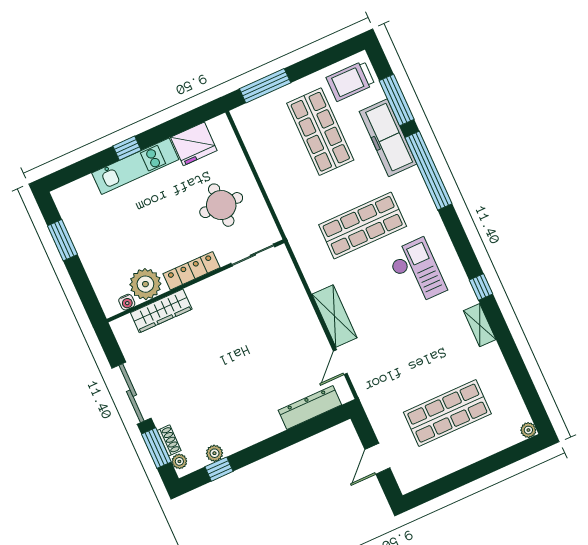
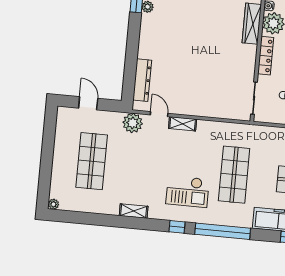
window: (429, 171) -> (223, 231), moved
window: (481, 287) -> (177, 227), moved
shelving: (334, 316) -> (183, 124), width x0.67, depth x0.75
plant: (370, 389) -> (133, 123), added

